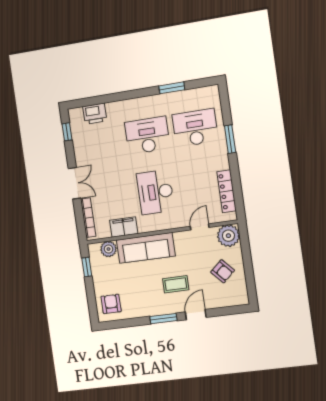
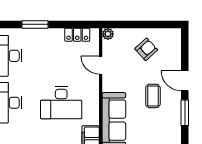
window: (230, 139) -> (35, 24), moved
locker: (227, 191) -> (77, 35), width x0.66
plant: (228, 236) -> (108, 34), width x0.53, depth x0.53

